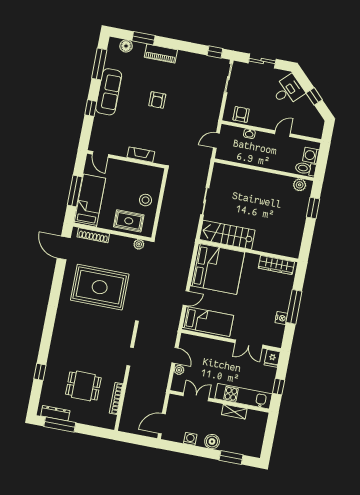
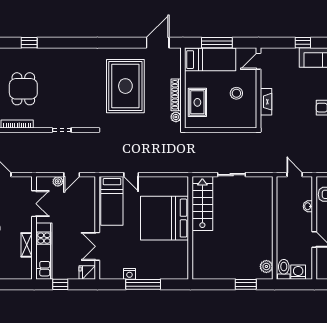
stool: (146, 200) -> (236, 93), moved
shoe rack: (93, 235) -> (176, 95), moved
wardrobe: (276, 265) -> (182, 259), removed
bed: (217, 269) -> (164, 218), moved, turned 90

